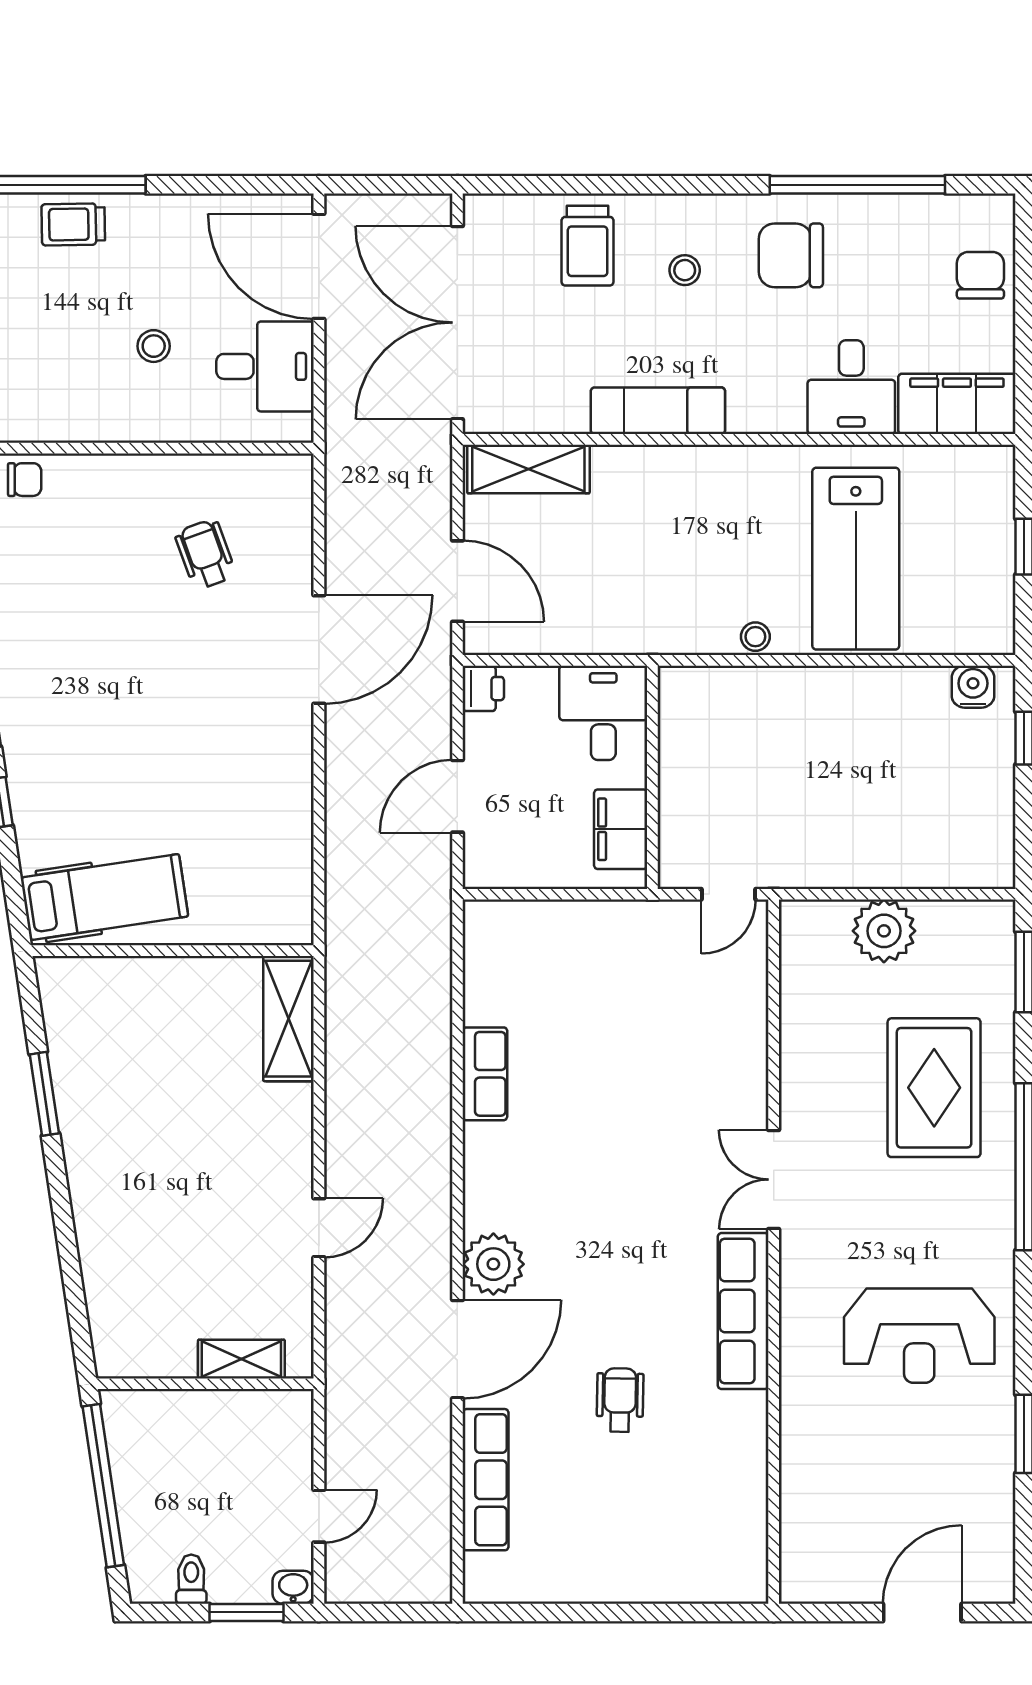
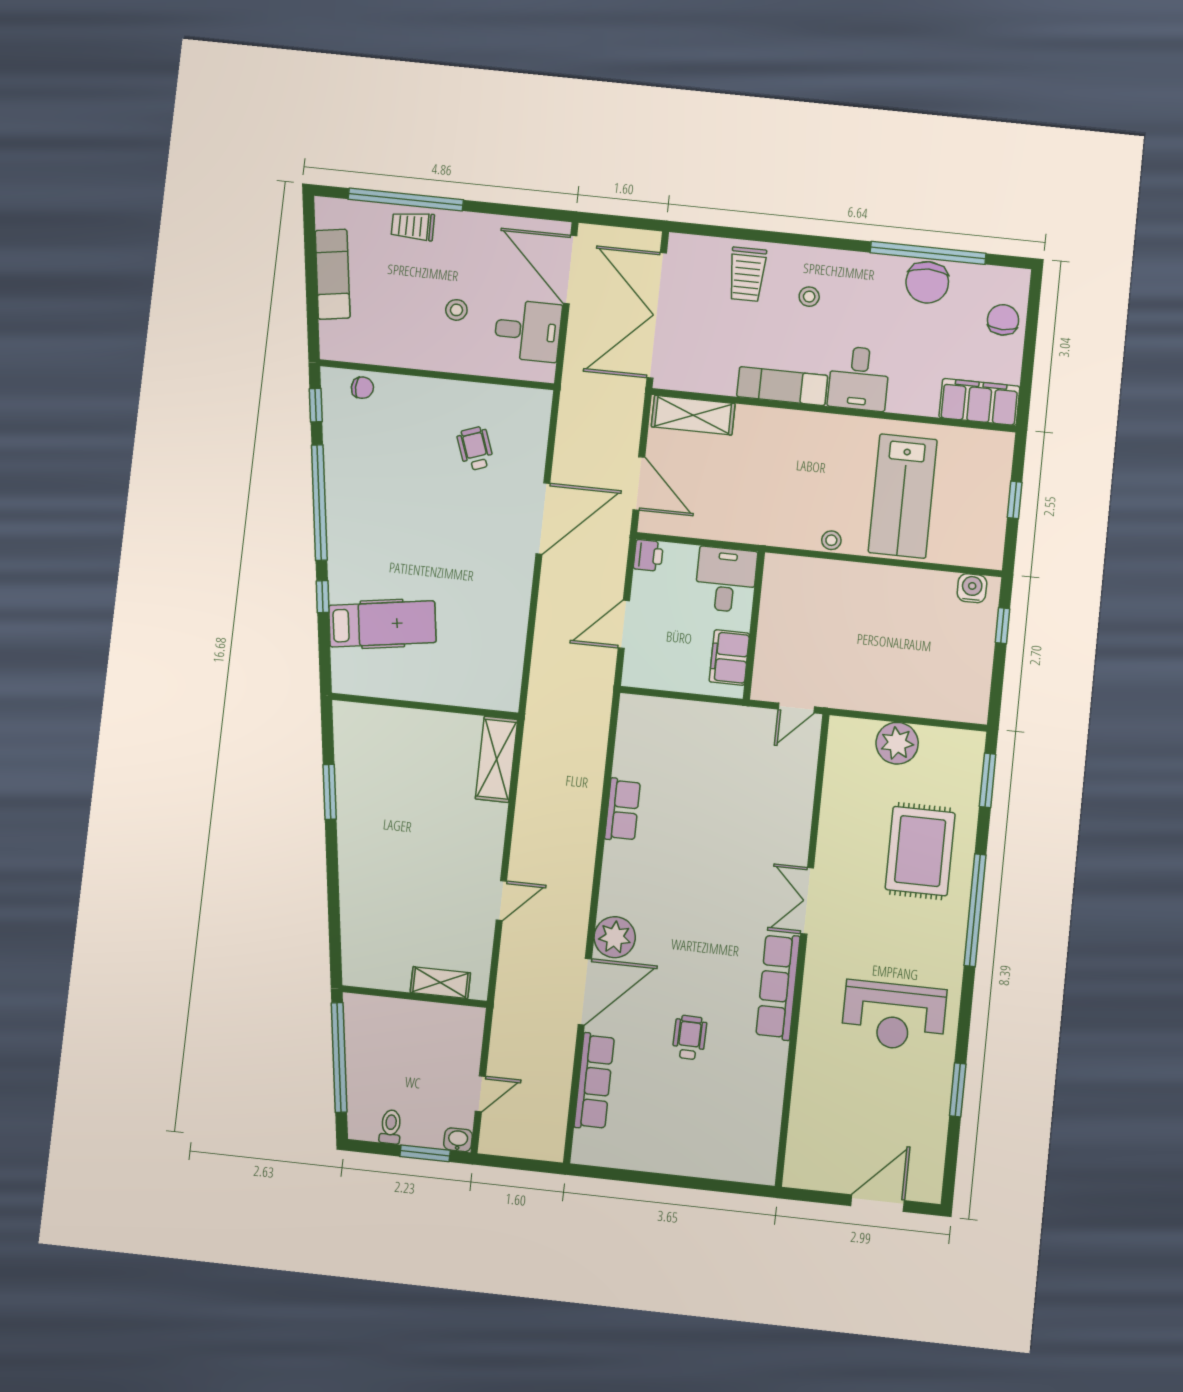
chair: (791, 255) -> (927, 282), moved, turned -90
desk: (851, 387) -> (859, 378), moved
hospital bed: (104, 897) -> (382, 624), moved

